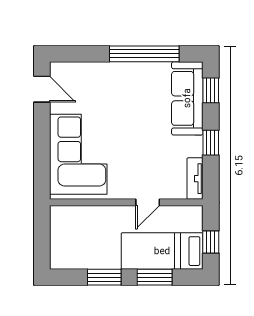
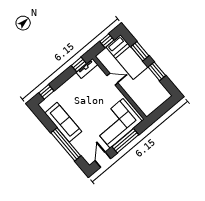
window: (144, 54) -> (66, 144), moved
sofa: (187, 98) -> (63, 122), moved, turned -90
window: (211, 143) -> (79, 64), moved
window: (42, 145) -> (125, 141), added

